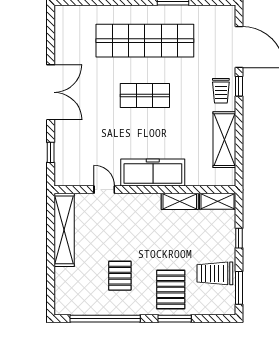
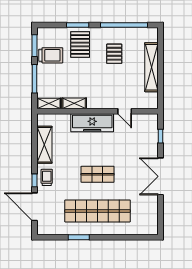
shelving: (64, 230) -> (151, 67), moved
window: (239, 238) -> (35, 79), width x2.17

